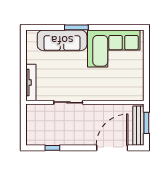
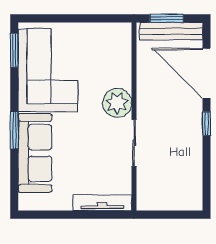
window: (126, 27) -> (14, 50), added
plant: (93, 92) -> (117, 103), added
window: (52, 148) -> (207, 124), moved

